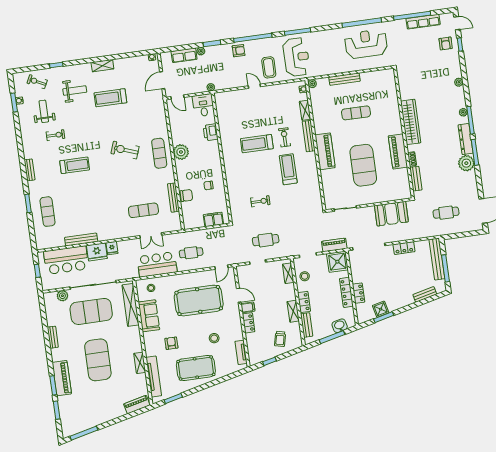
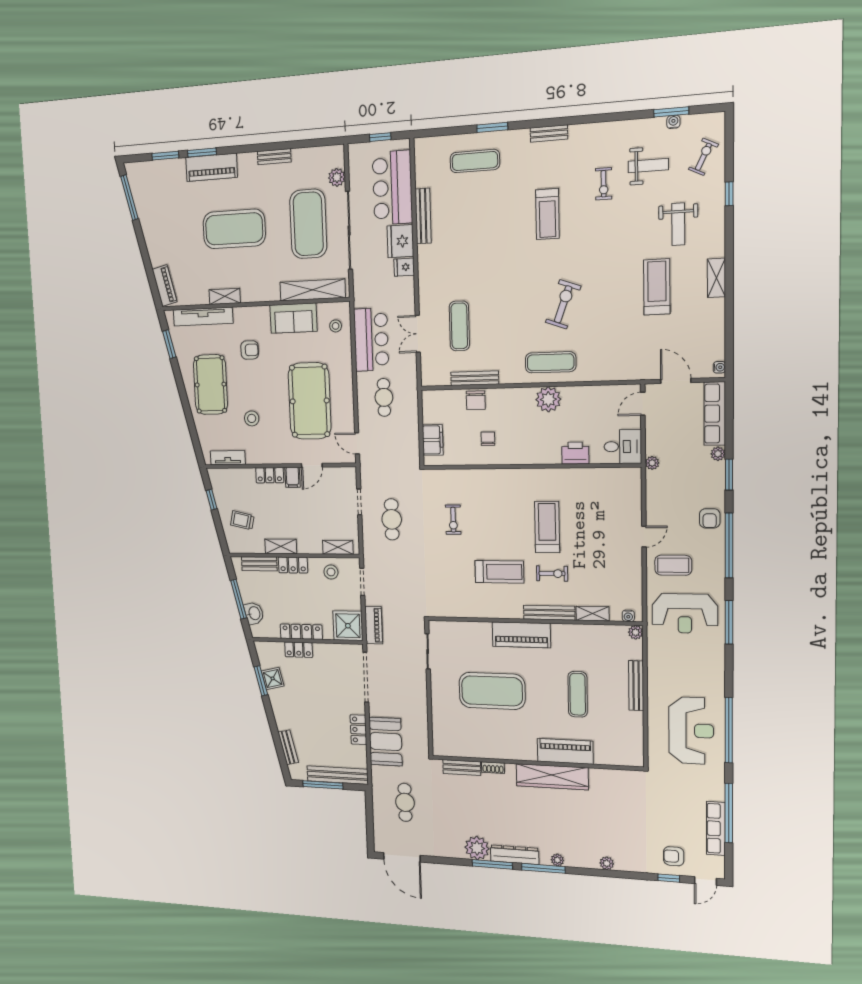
row of seats: (184, 55) -> (715, 414), width x1.48
piano: (398, 151) -> (565, 751), moved
booth: (391, 214) -> (386, 742), moved

